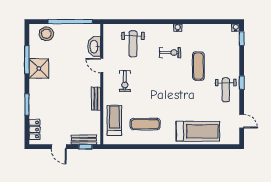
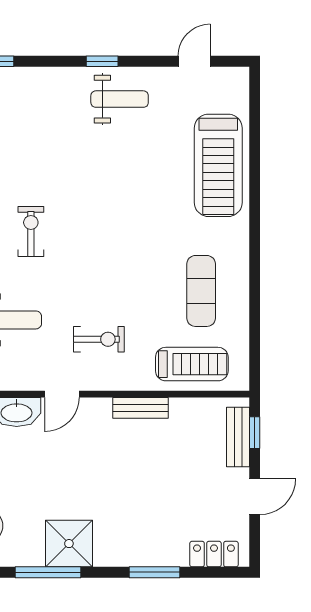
exercise mat: (198, 66) -> (63, 164), removed
treadmill: (114, 120) -> (192, 364), turned 180
treadmill: (198, 131) -> (218, 165), turned 180

